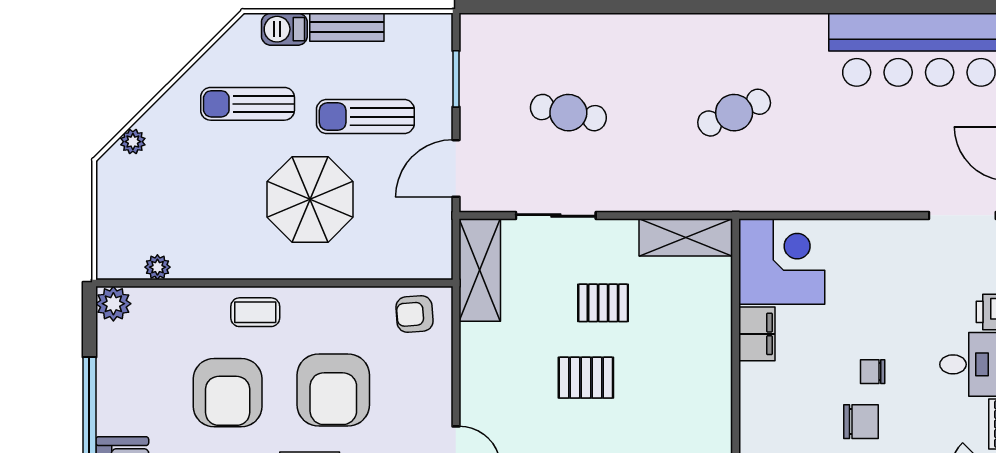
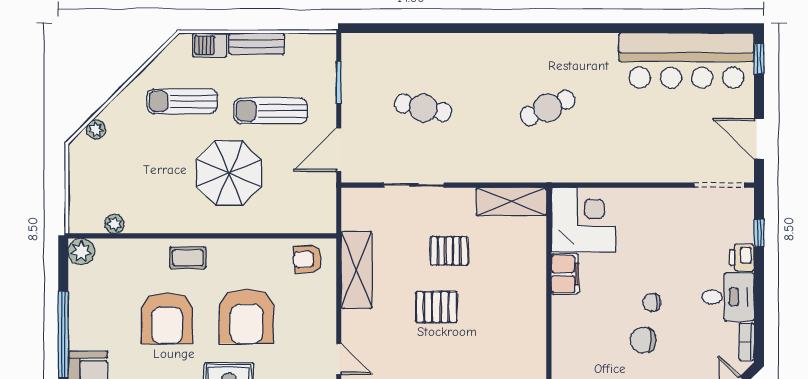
shelving: (480, 270) -> (357, 270), moved
chair: (861, 422) -> (643, 340), turned 180

